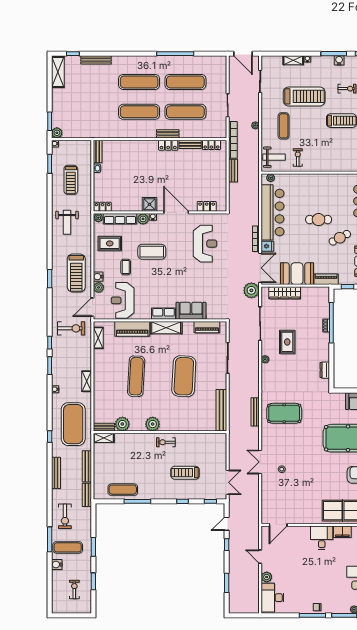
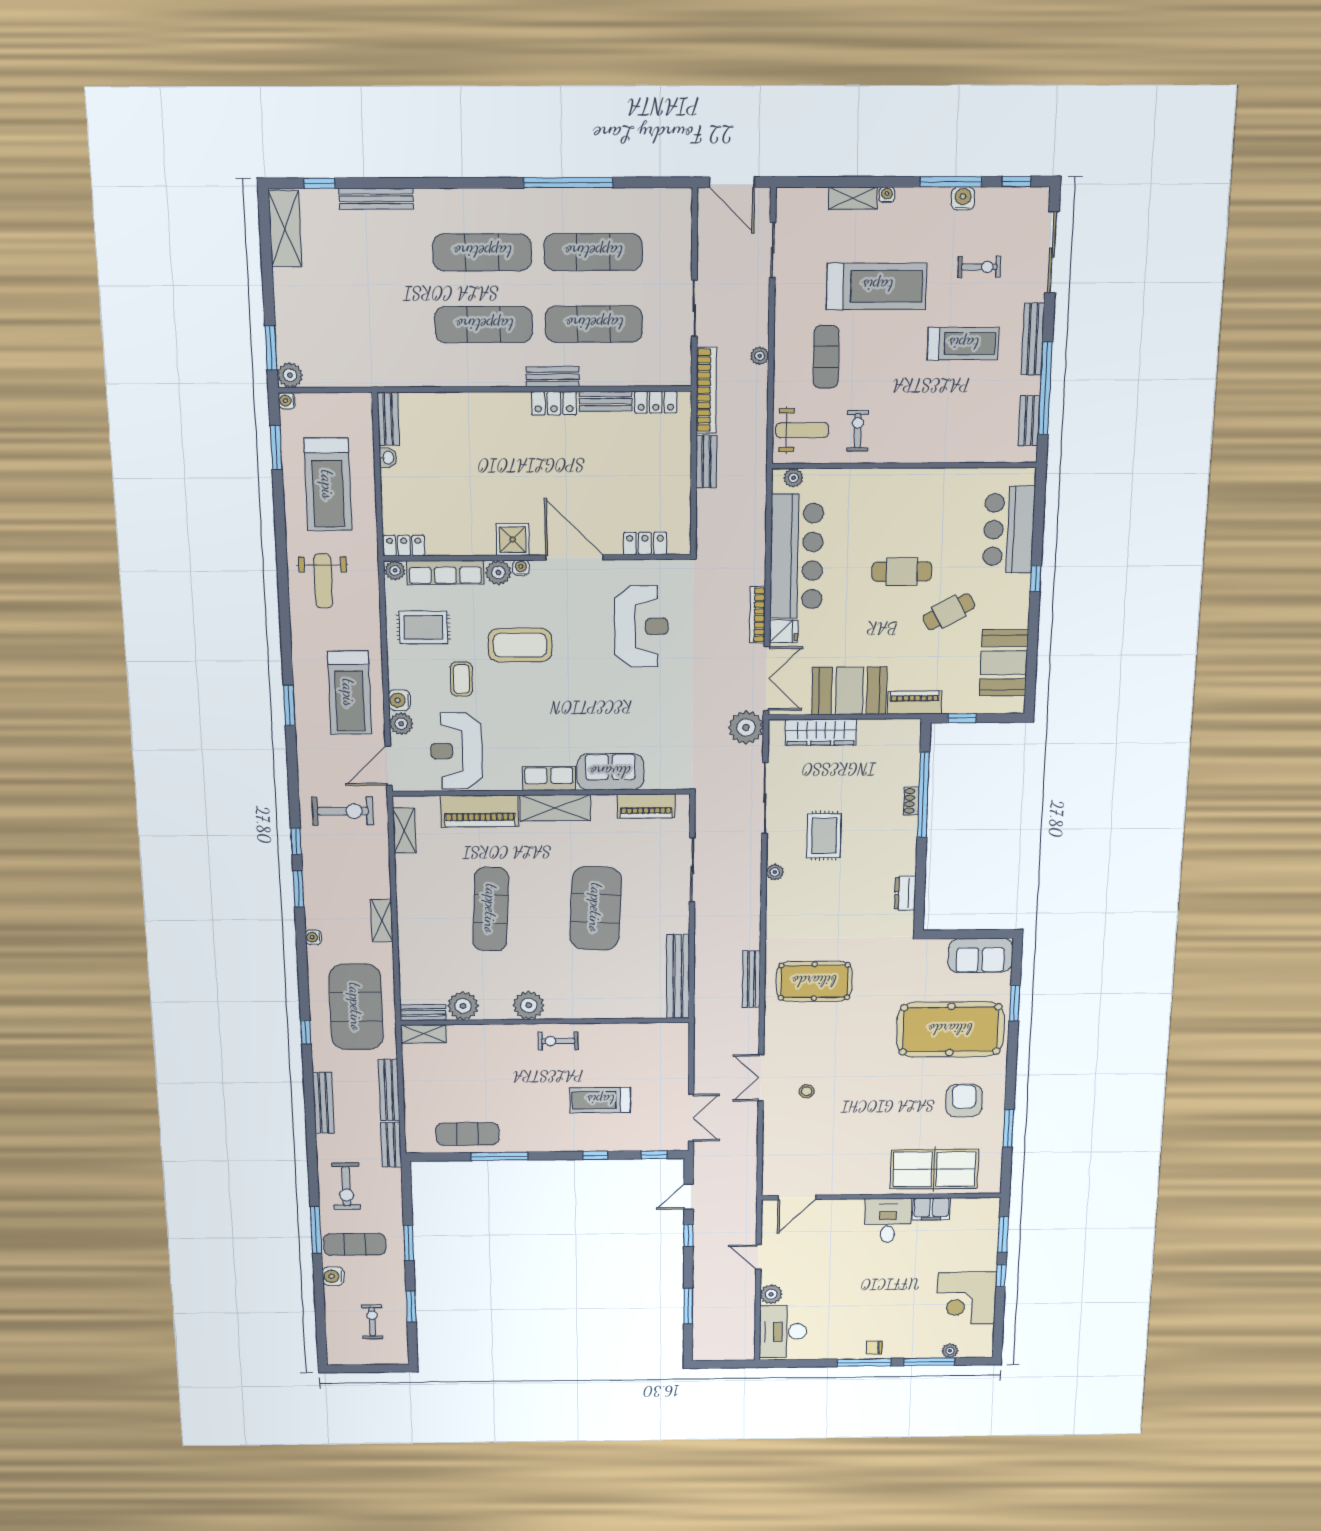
treadmill: (71, 180) -> (328, 485), width x1.37, depth x1.38

